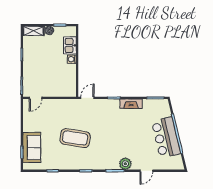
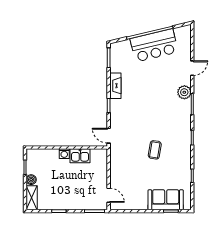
kitchen sink: (70, 45) -> (80, 156), moved
coffee table: (75, 138) -> (155, 150), width x0.54, depth x0.58
door: (146, 171) -> (192, 68), hinge flipped

